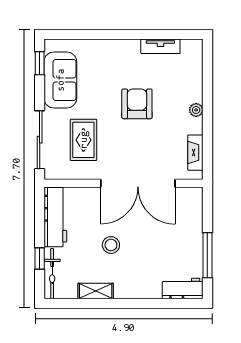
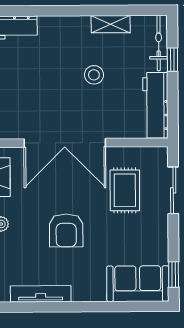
tv unit: (160, 46) -> (41, 294), width x1.41
sofa: (60, 80) -> (138, 284), moved, turned 90
sliding door: (40, 140) -> (173, 190), width x0.73
double door: (138, 183) -> (65, 143), swing flipped

